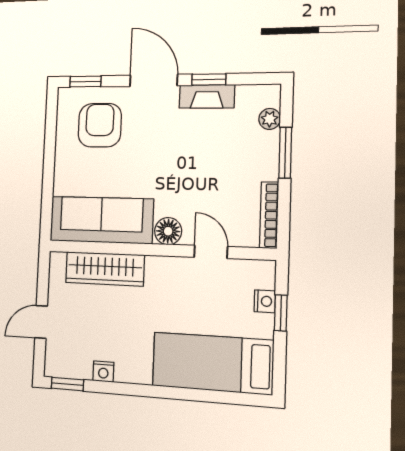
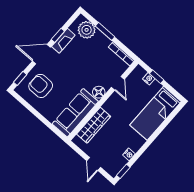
plant: (270, 119) -> (87, 30), width x1.87, depth x1.87
door: (211, 252) -> (118, 83), swing flipped

